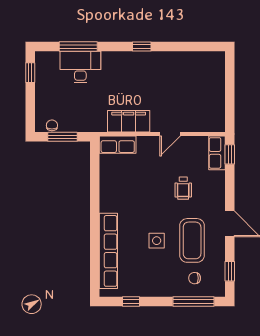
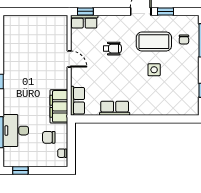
chair: (72, 108) -> (49, 137), added
filing cabinet: (129, 121) -> (59, 106), moved
window: (62, 137) -> (71, 145), removed
row of seats: (108, 251) -> (115, 108), moved, width x0.50
window: (230, 271) -> (165, 11), moved

